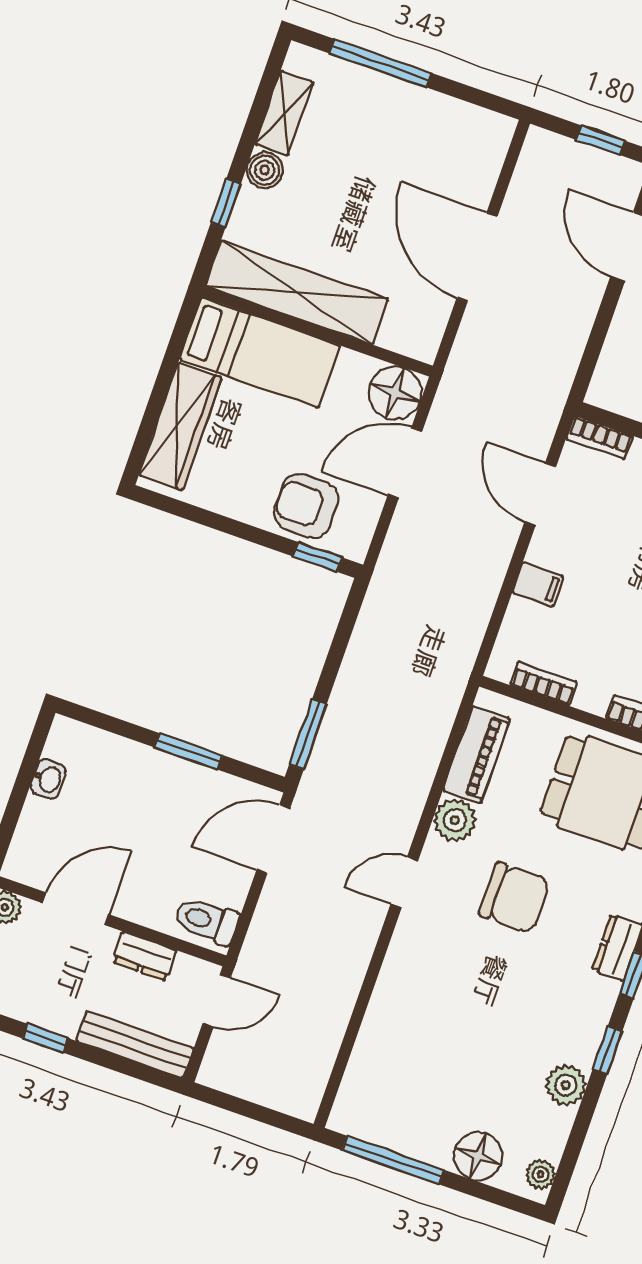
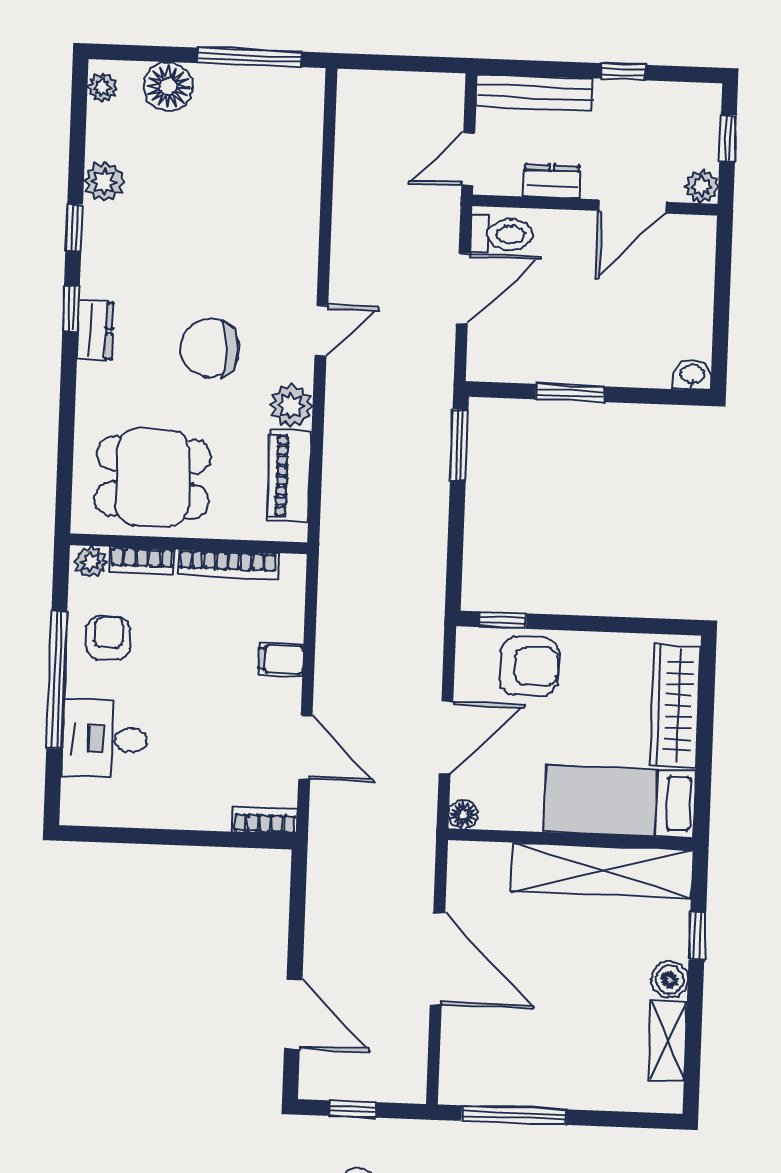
window: (380, 63) -> (514, 1115), moved
floor lamp: (395, 393) -> (463, 815), width x0.53, depth x0.53
bookcase: (543, 684) -> (228, 564), width x1.56
washbasin: (48, 779) -> (692, 375), moved, turned 90
door: (273, 839) -> (463, 289), moved

